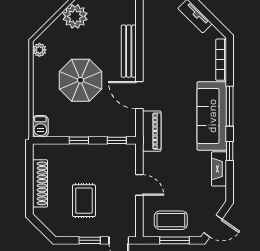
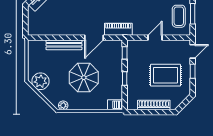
rug: (84, 201) -> (166, 75), width x1.36, depth x1.43

